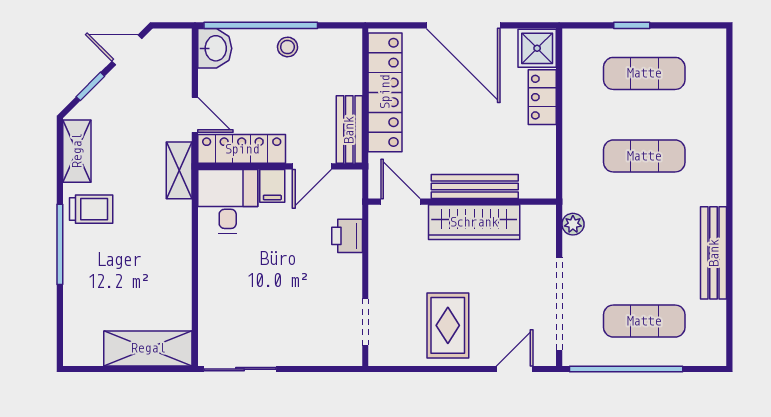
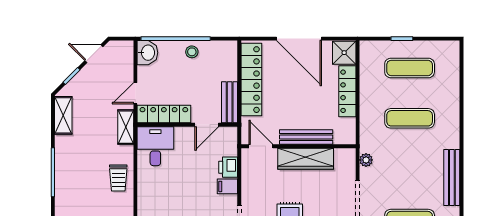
locker: (542, 97) -> (347, 91), width x1.53
door: (195, 115) -> (135, 93), swing flipped
filing cabinet: (272, 186) -> (227, 186), moved, turned 90
trolley: (91, 209) -> (118, 178), moved, turned 90

